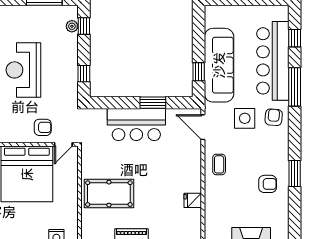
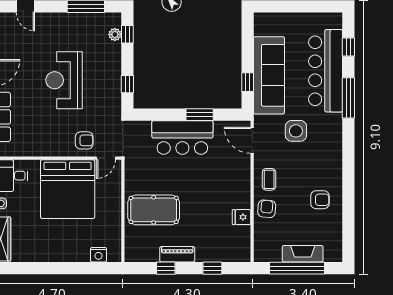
armchair: (274, 117) -> (267, 209), moved
window: (295, 174) -> (348, 189), removed

